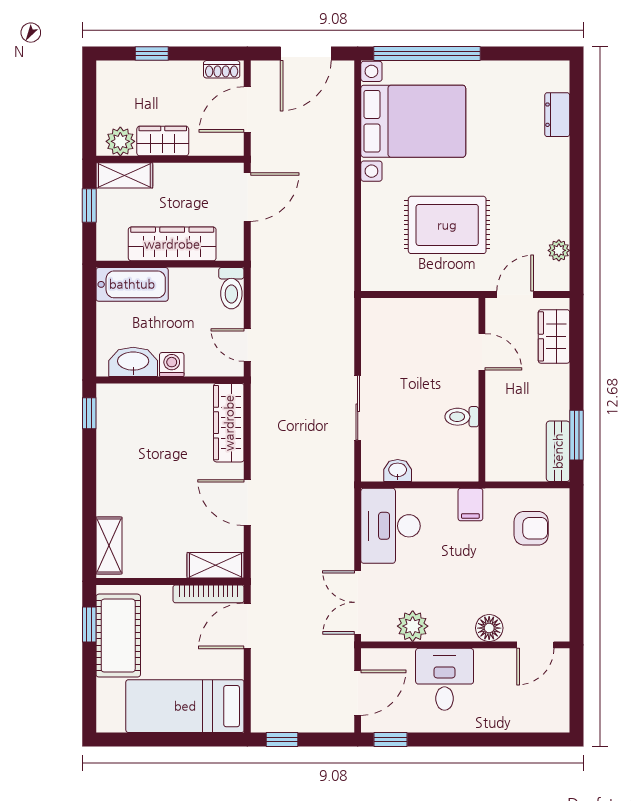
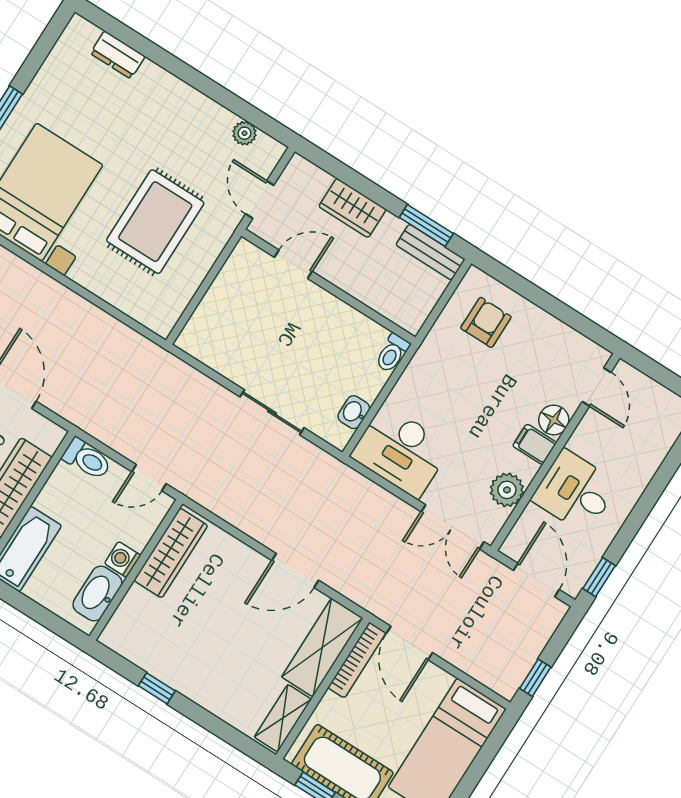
wardrobe: (554, 336) -> (352, 208), moved
window: (89, 413) -> (157, 688), moved
toilet: (462, 417) -> (392, 353), moved
wardrobe: (229, 423) -> (171, 553), moved, turned -90
filing cabinet: (470, 505) -> (535, 444), moved, turned 180
shelving: (109, 545) -> (283, 718), moved, turned 90
shelving: (216, 565) -> (322, 648), width x1.50, depth x1.33

